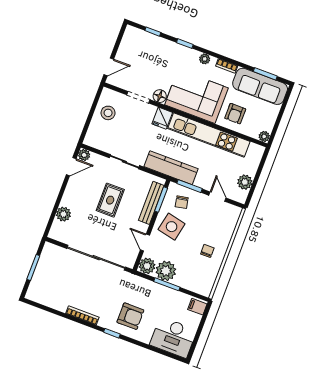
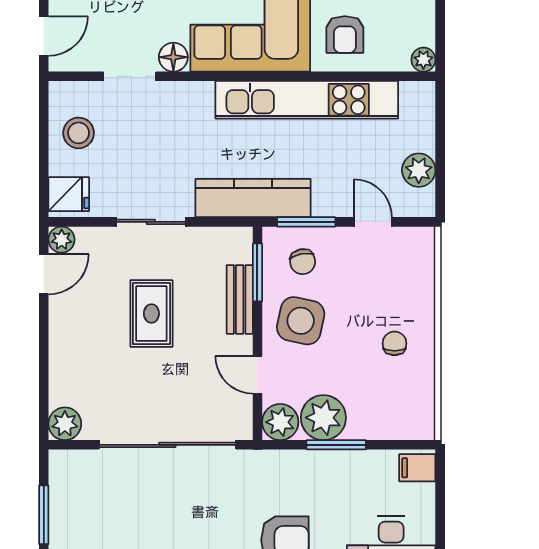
fridge: (162, 118) -> (69, 194), moved, turned -90
bench: (151, 203) -> (240, 299), width x0.73
plant: (63, 214) -> (65, 424), moved

